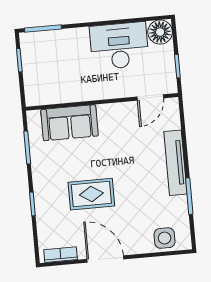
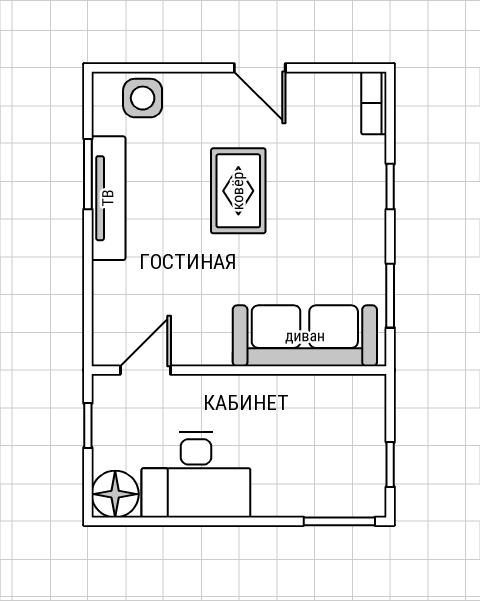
sofa: (69, 123) -> (305, 336), width x1.36
tv unit: (175, 163) -> (108, 198), moved
rug: (91, 194) -> (238, 191), moved, turned 90
bookcase: (61, 255) -> (374, 103), moved, turned 90
door: (105, 259) -> (260, 68), width x0.73

